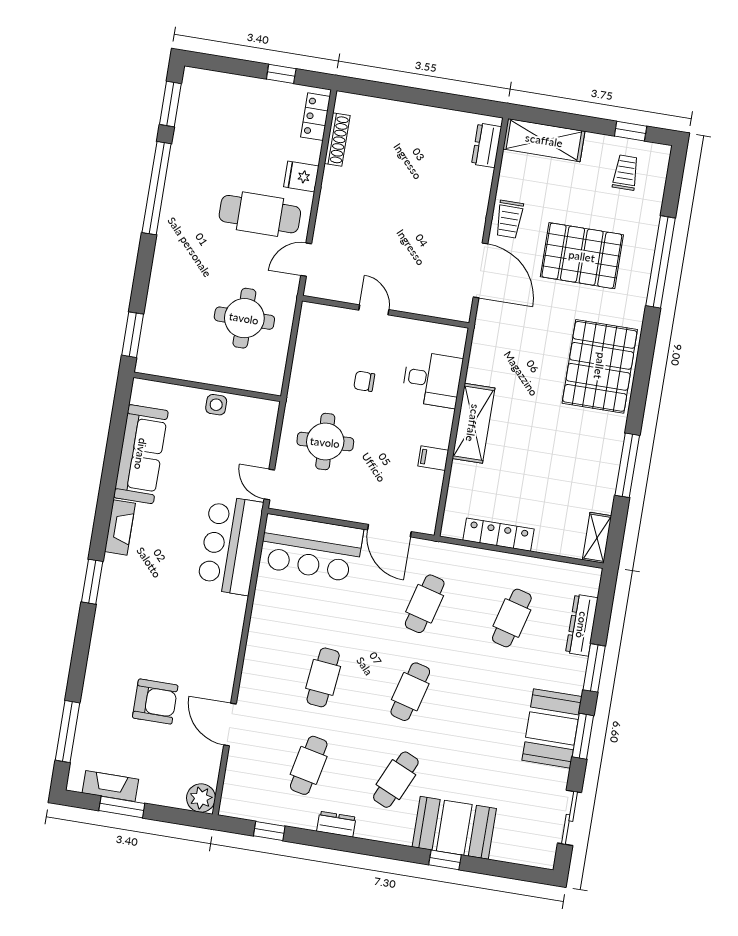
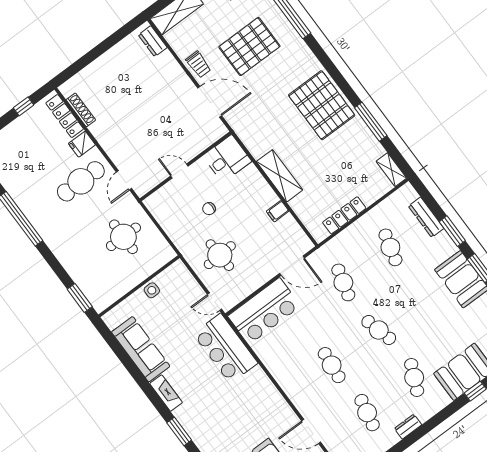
locker: (316, 117) -> (65, 116), width x1.53
pallet: (600, 366) -> (322, 105), moved
desk: (432, 379) -> (227, 159), moved
cafe table: (410, 692) -> (379, 330), turned -30

